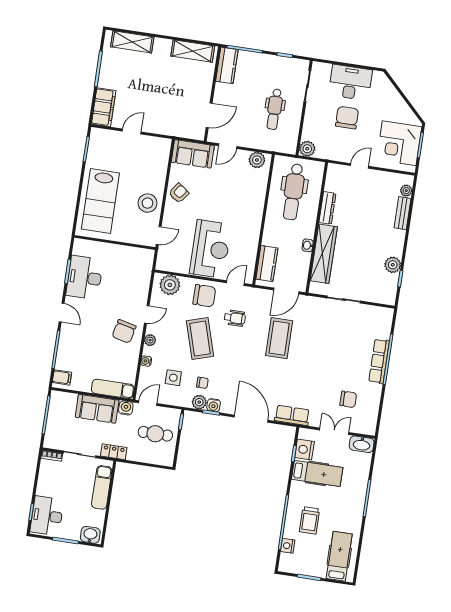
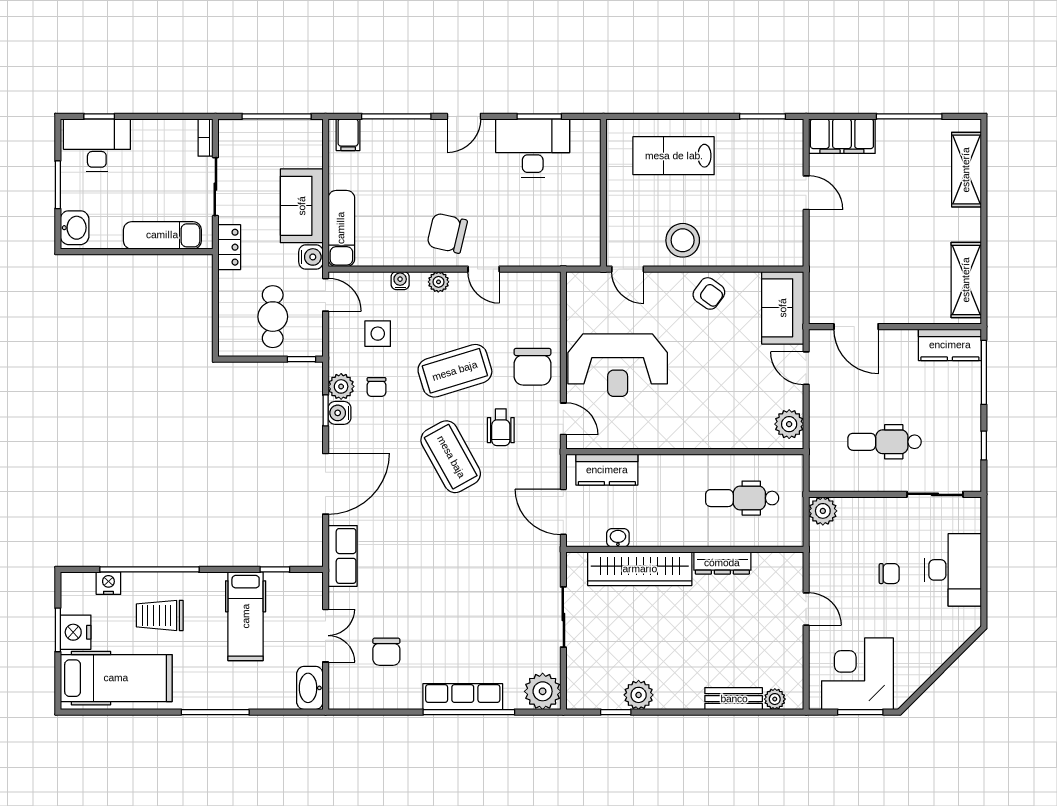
chair: (347, 118) -> (889, 574), width x0.54, depth x0.54
dental chair: (293, 192) -> (742, 498), width x0.73, depth x0.72
lab bench: (100, 201) -> (674, 156), width x0.73, depth x0.72
washbasin: (308, 245) -> (618, 538), moved
plant: (170, 285) -> (543, 691), moved
coffee table: (279, 338) -> (451, 457), moved, turned 61
nightstand: (304, 450) -> (76, 632), moved, turned -90
hospital bed: (339, 556) -> (116, 678), width x1.37, depth x1.29

